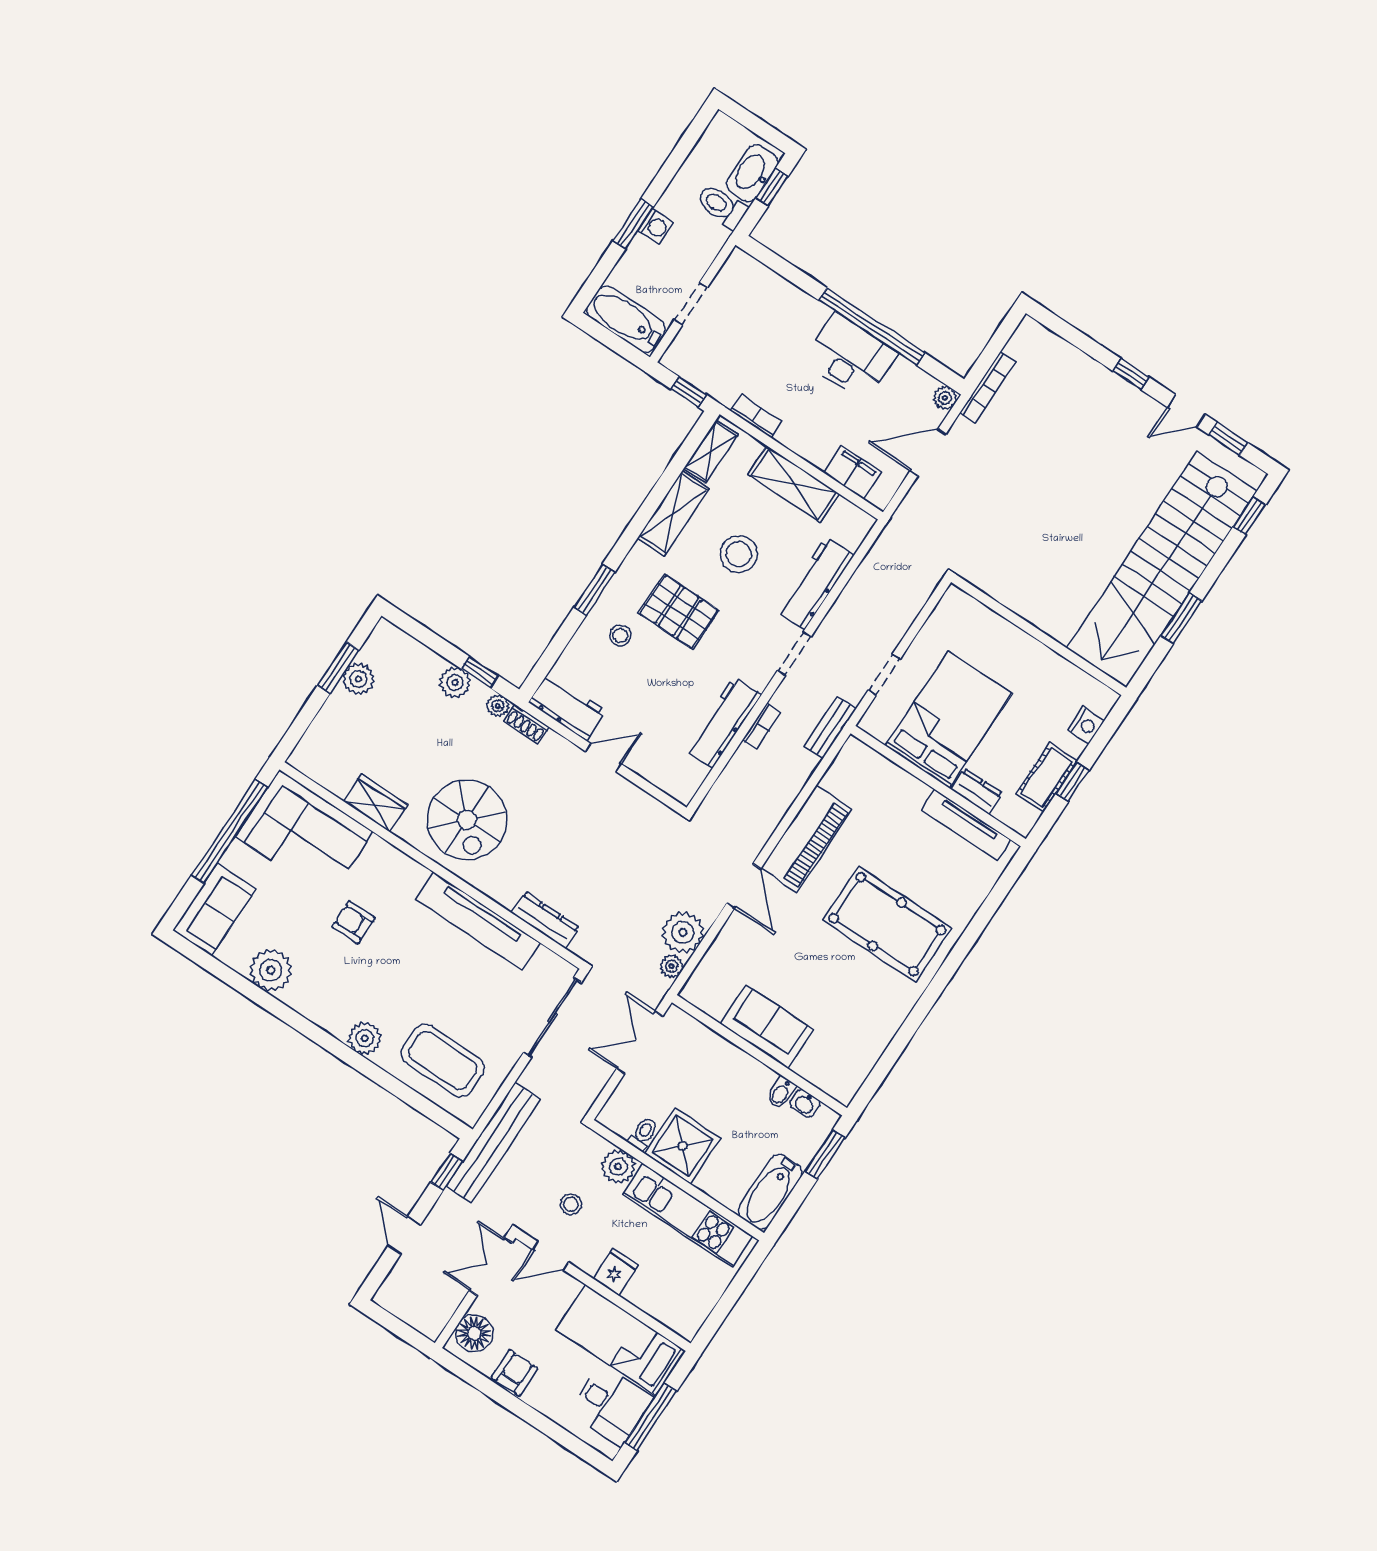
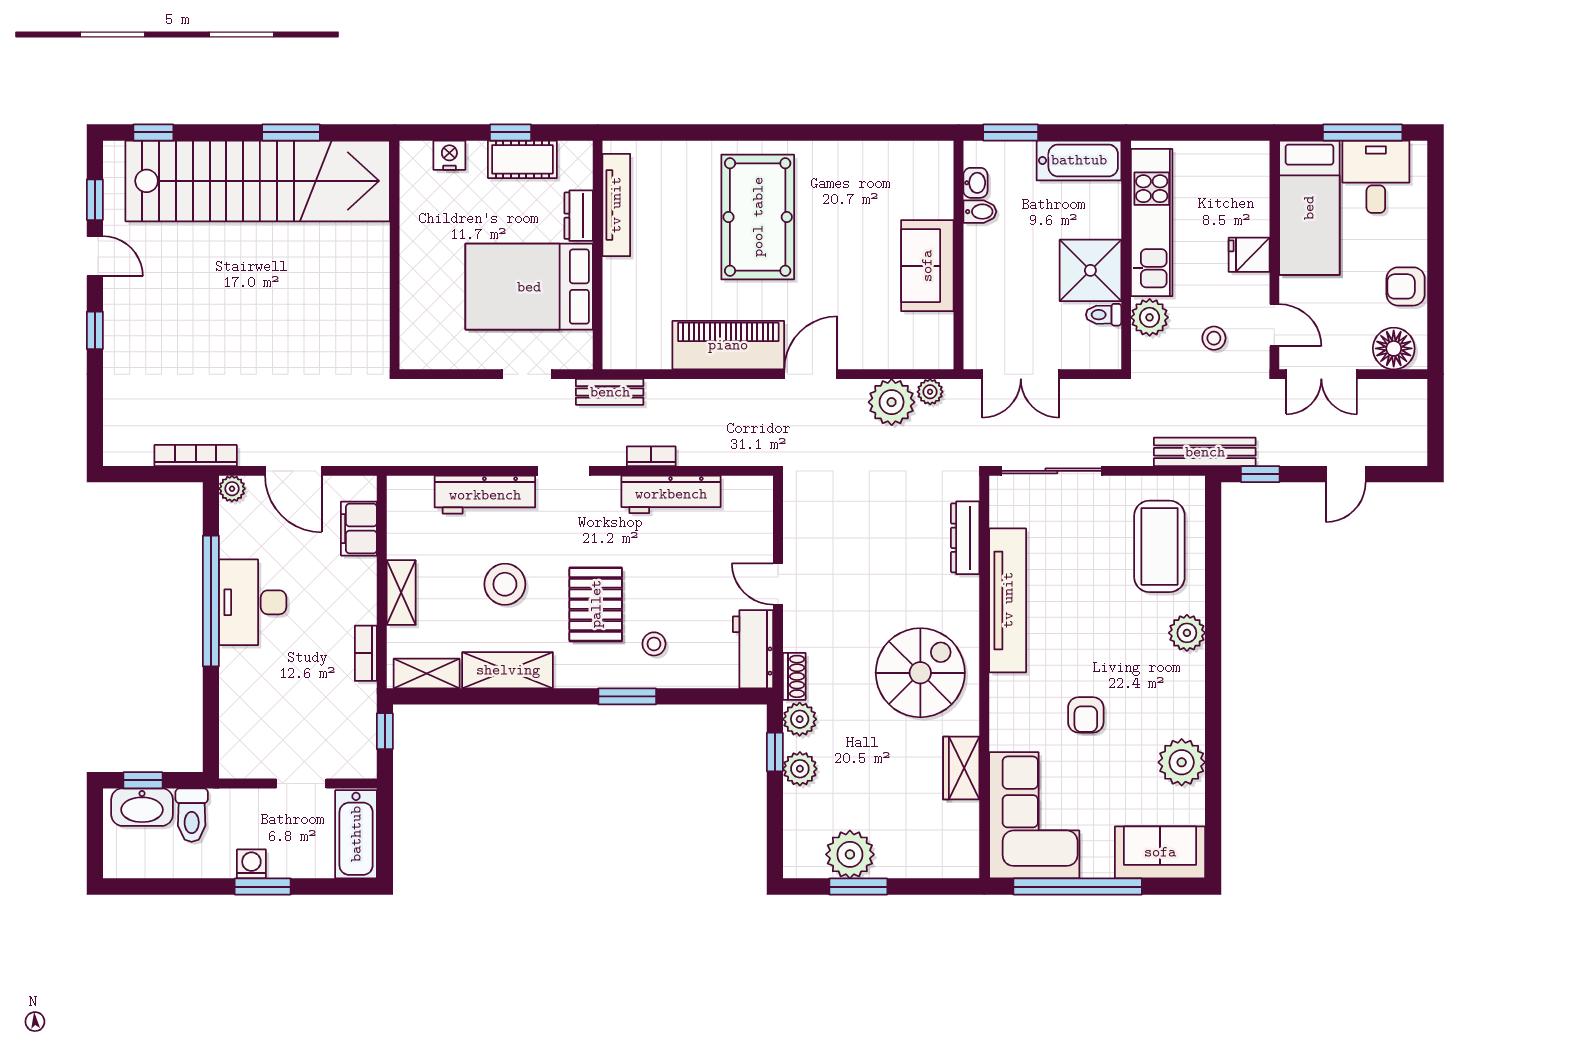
shelving: (793, 484) -> (401, 593), width x0.67, depth x0.75
plant: (358, 679) -> (850, 854), width x1.36, depth x1.36
plant: (498, 706) -> (800, 719), width x1.38, depth x1.38
bench: (493, 1143) -> (1205, 452), width x0.73, depth x0.82

